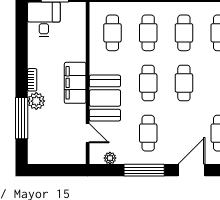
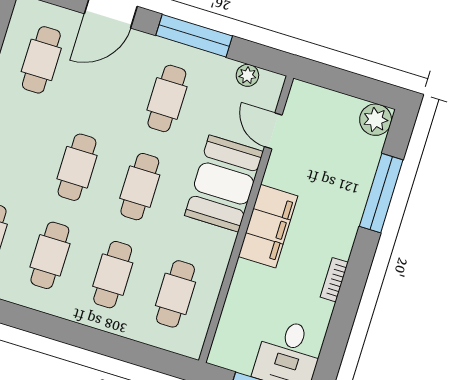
bookcase: (32, 80) -> (334, 280), moved
plant: (36, 101) -> (376, 120), moved

